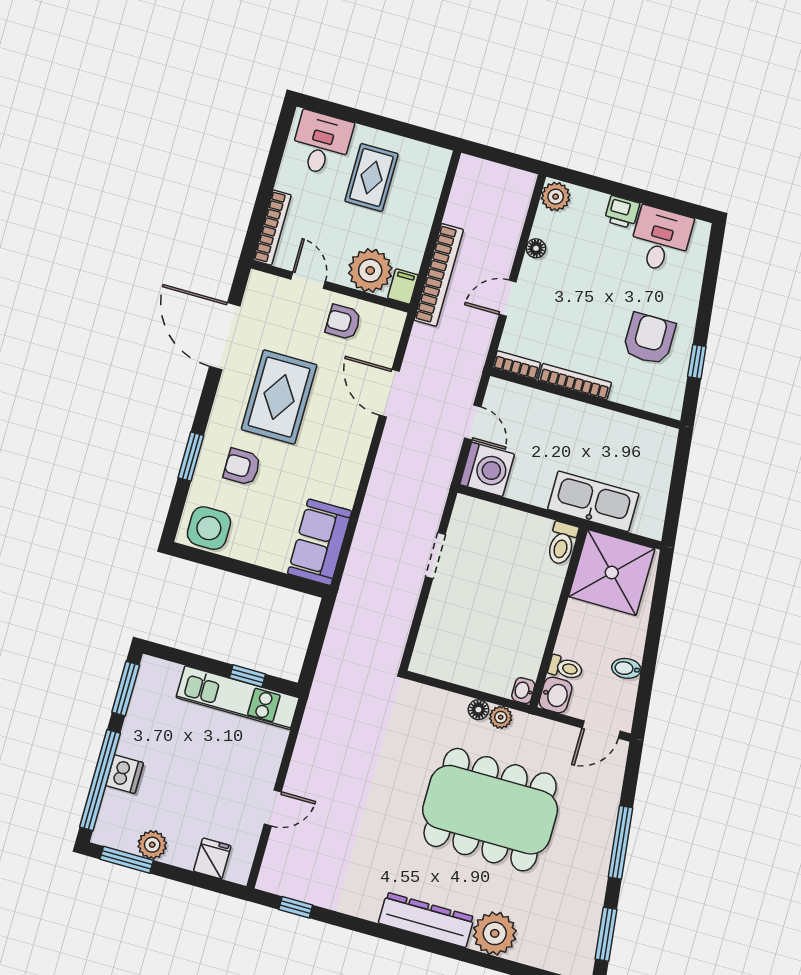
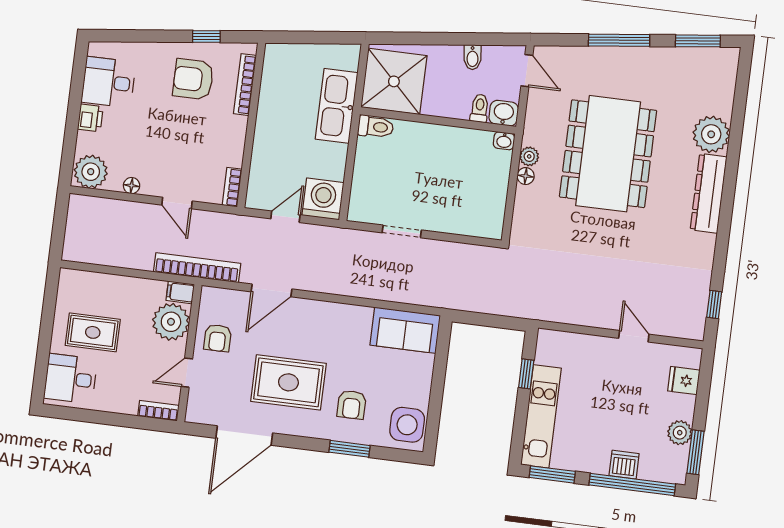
plant: (556, 197) -> (91, 172), width x1.36, depth x1.36
bookcase: (272, 228) -> (158, 411), width x0.64
bookcase: (439, 275) -> (197, 268), moved
bookcase: (575, 382) -> (245, 85), moved
kitchen unit: (238, 698) -> (541, 416), moved

